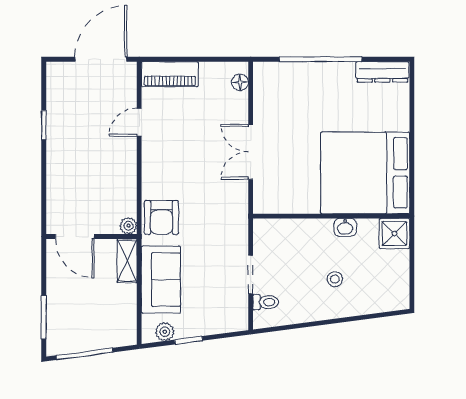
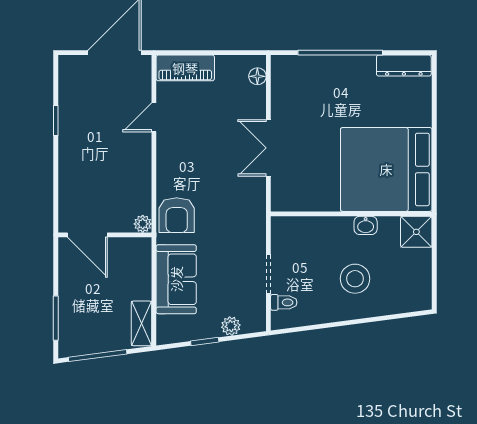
shelving: (127, 261) -> (141, 323), moved
stool: (335, 279) -> (355, 279), width x1.89, depth x1.89
plant: (165, 332) -> (231, 326), moved

